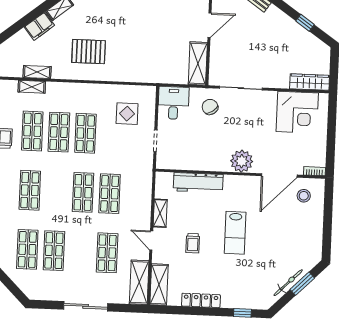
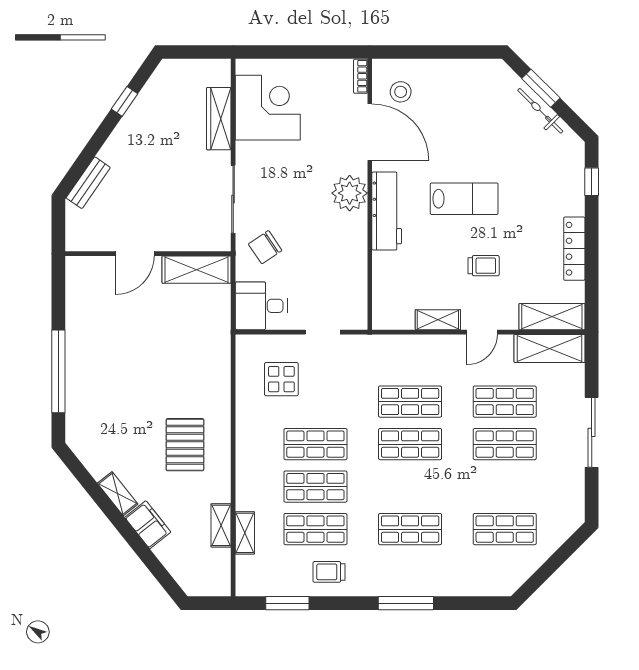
door: (209, 25) -> (135, 254), swing flipped
wardrobe: (310, 82) -> (219, 119), moved
workbench: (198, 183) -> (387, 211), moved
shop shelf: (54, 251) -> (505, 444), moved

